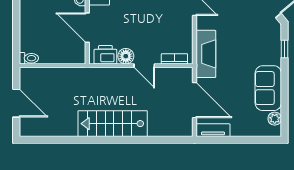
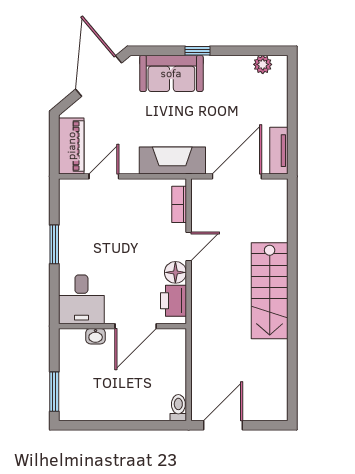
window: (284, 49) -> (197, 51), moved
sofa: (268, 88) -> (171, 73), moved
door: (16, 103) -> (223, 425), moved

